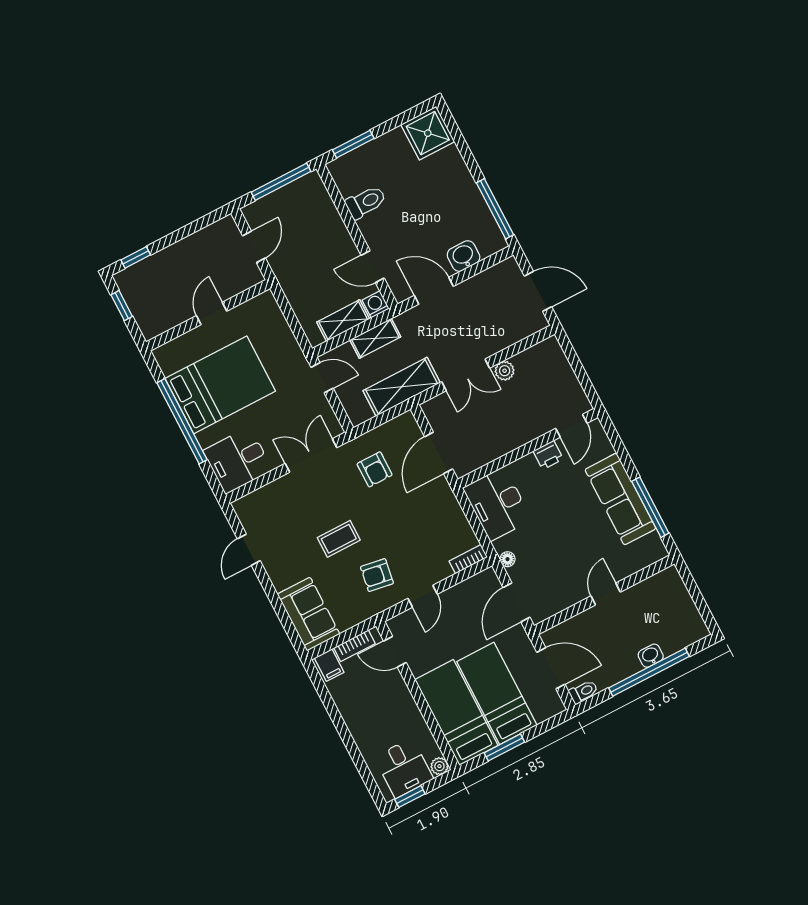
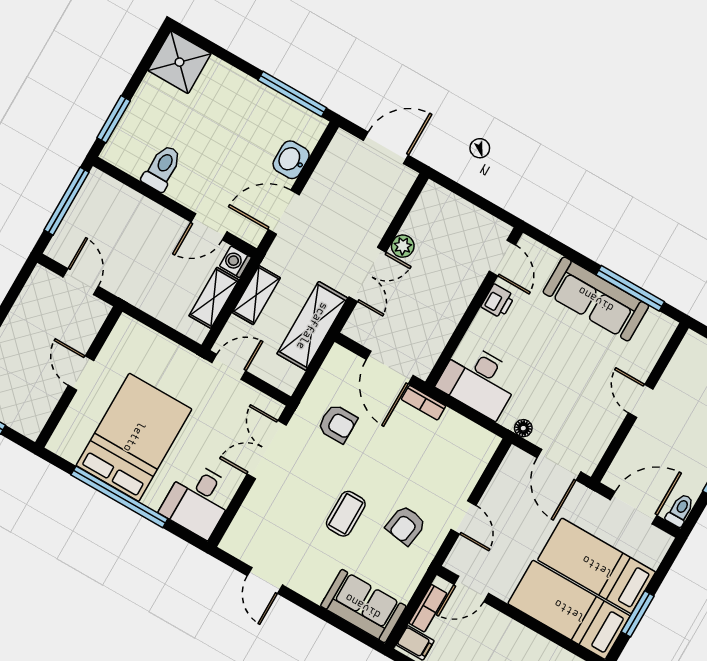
bookcase: (468, 559) -> (424, 403), moved, turned -90

